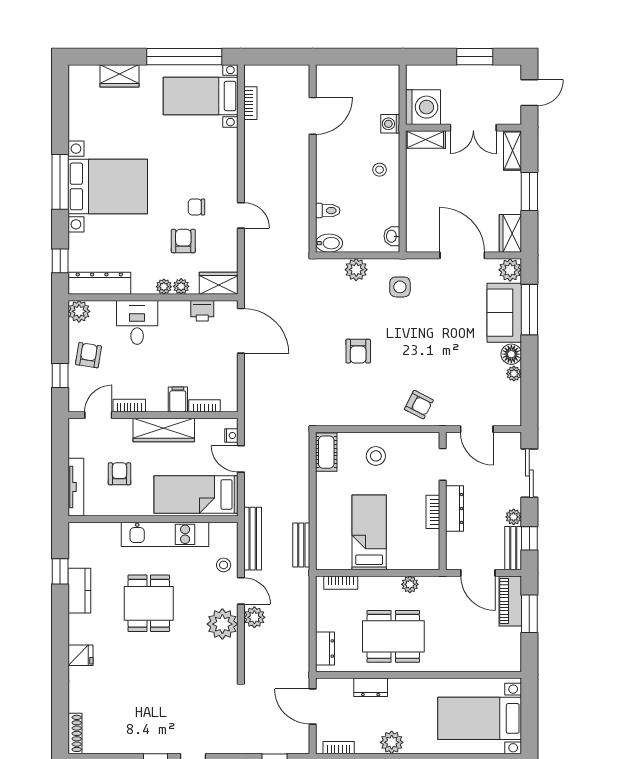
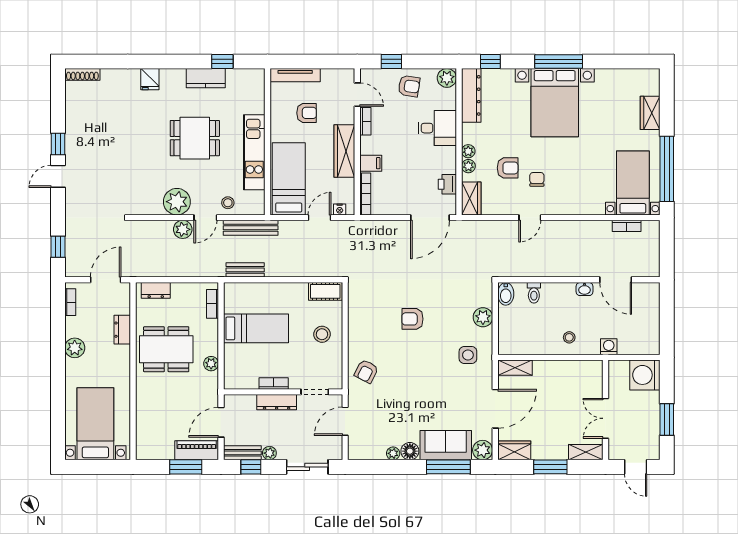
washing machine: (423, 107) -> (645, 375), moved, turned 90
shelving: (425, 139) -> (515, 368), moved, turned 90
washbasin: (392, 236) -> (585, 289), moved, turned 180
bookcase: (205, 406) -> (365, 194), width x1.56
dining table: (393, 636) -> (166, 349), turned 90

